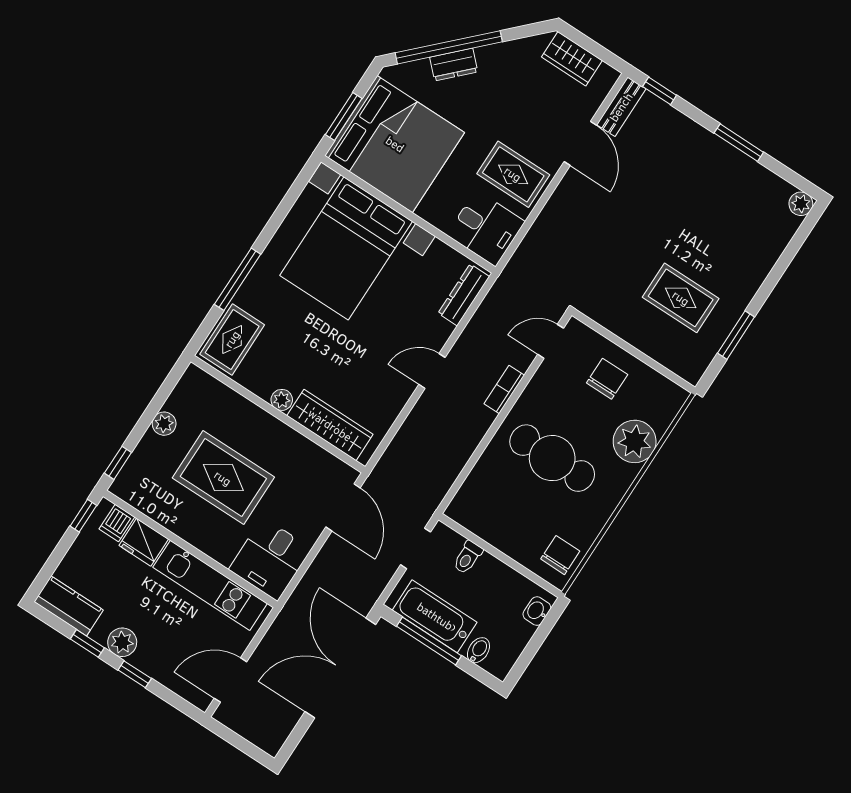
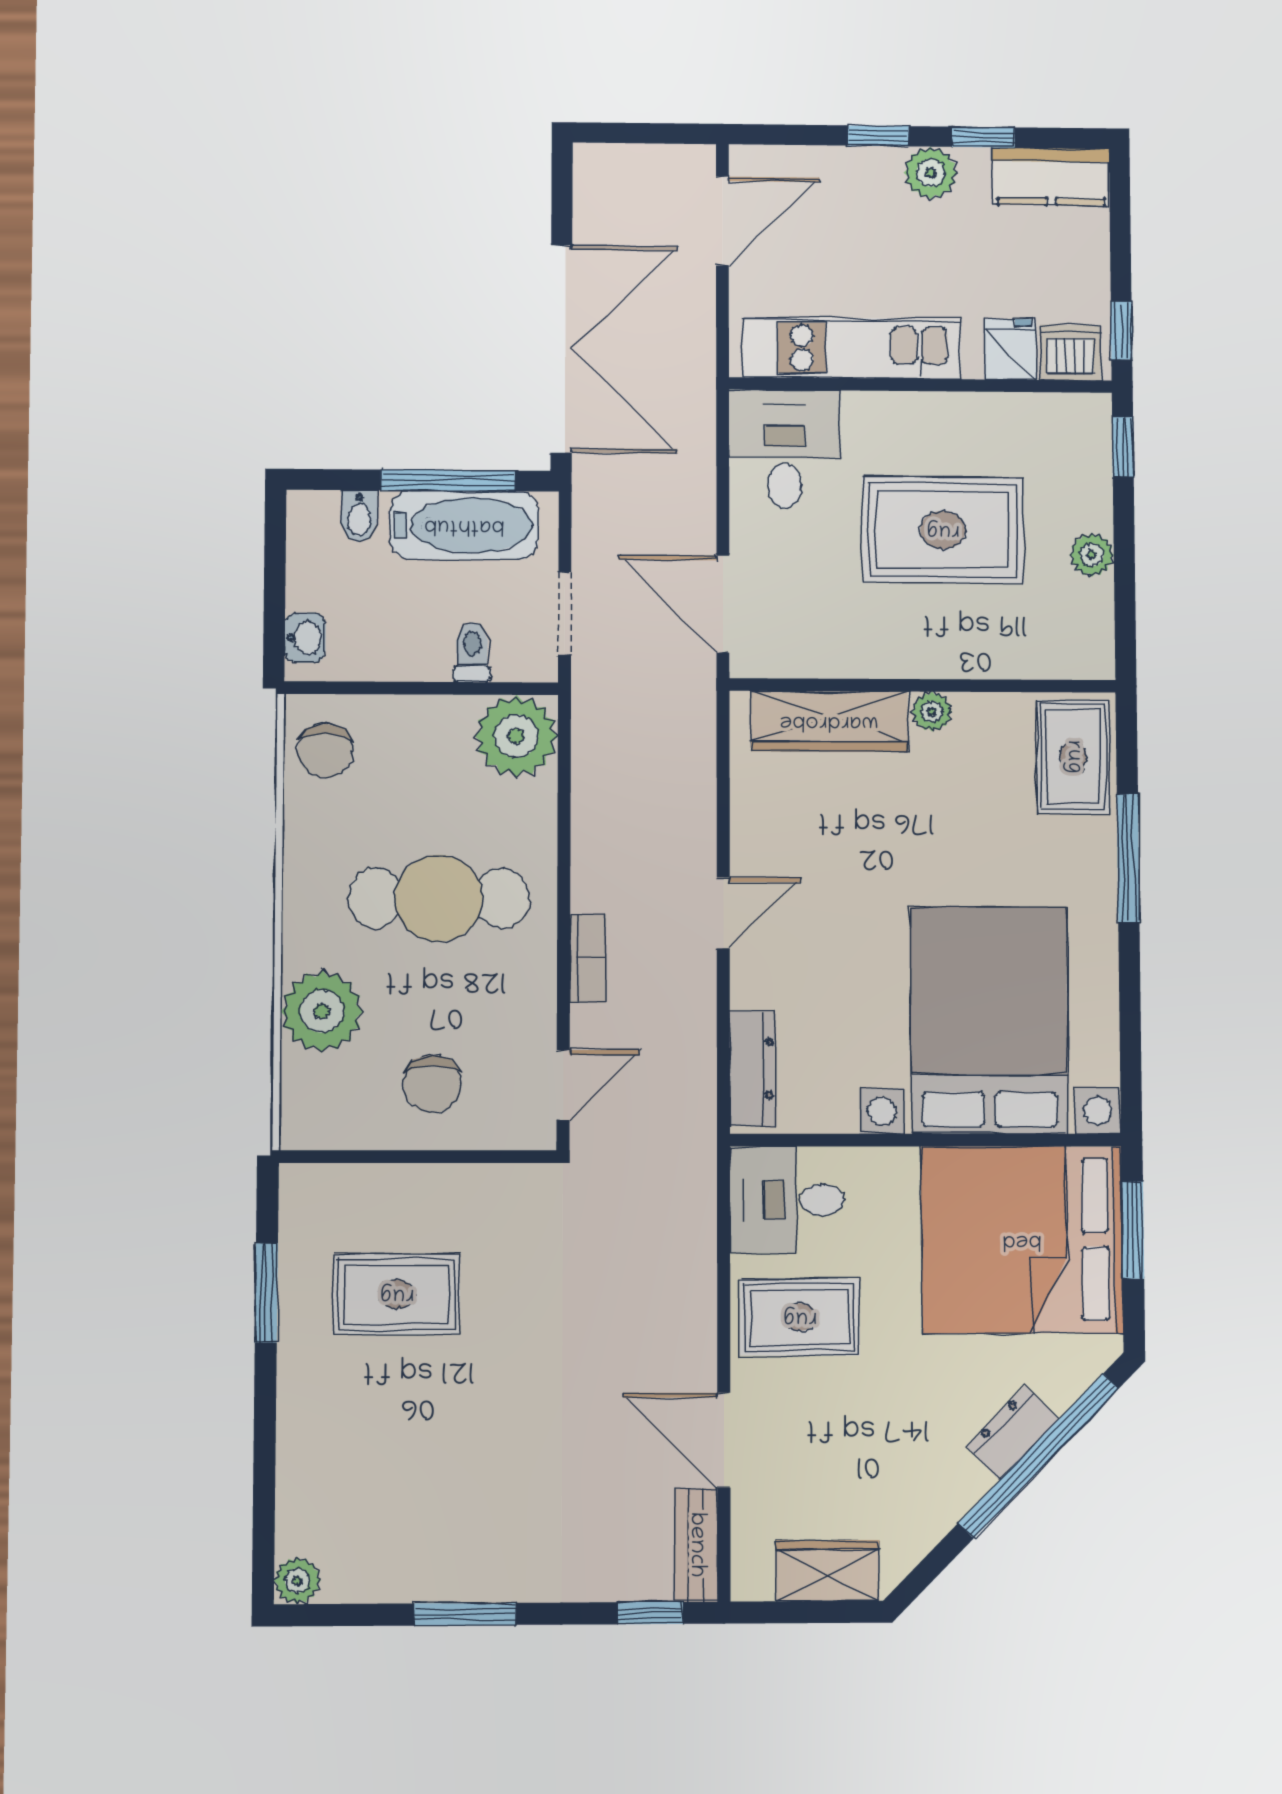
plant: (472, 507) -> (516, 736), added
dishwasher: (117, 523) -> (1070, 352), width x1.38
fridge: (144, 542) -> (1010, 349), width x0.72

